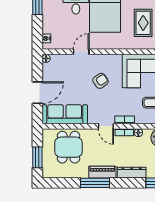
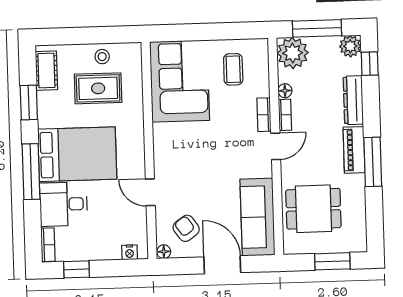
armchair: (100, 81) -> (186, 228), moved

